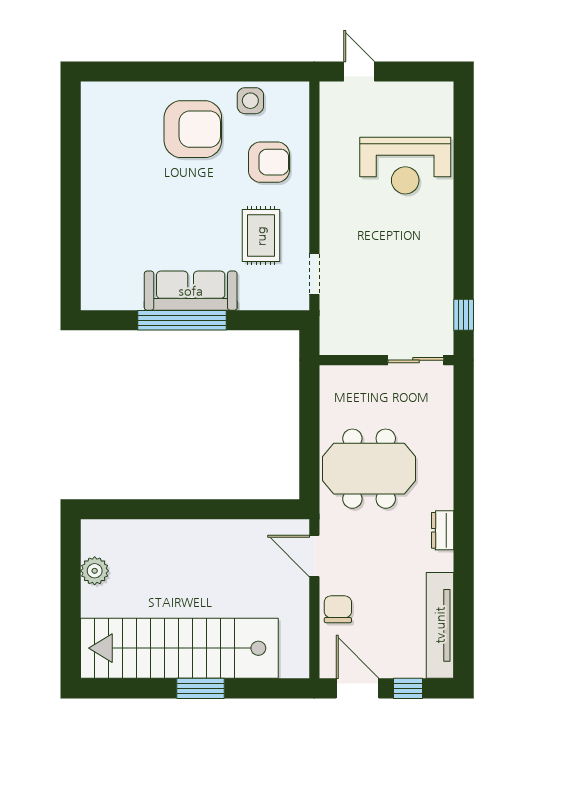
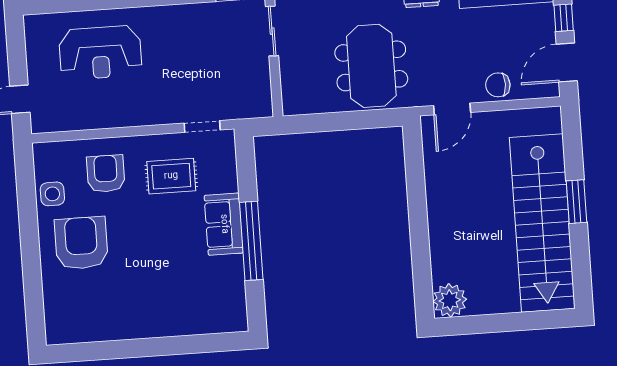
reception desk: (405, 166) -> (100, 53), turned 90
sofa: (191, 291) -> (224, 224), width x0.73
plant: (95, 571) -> (450, 300), moved, width x1.36, depth x1.36

